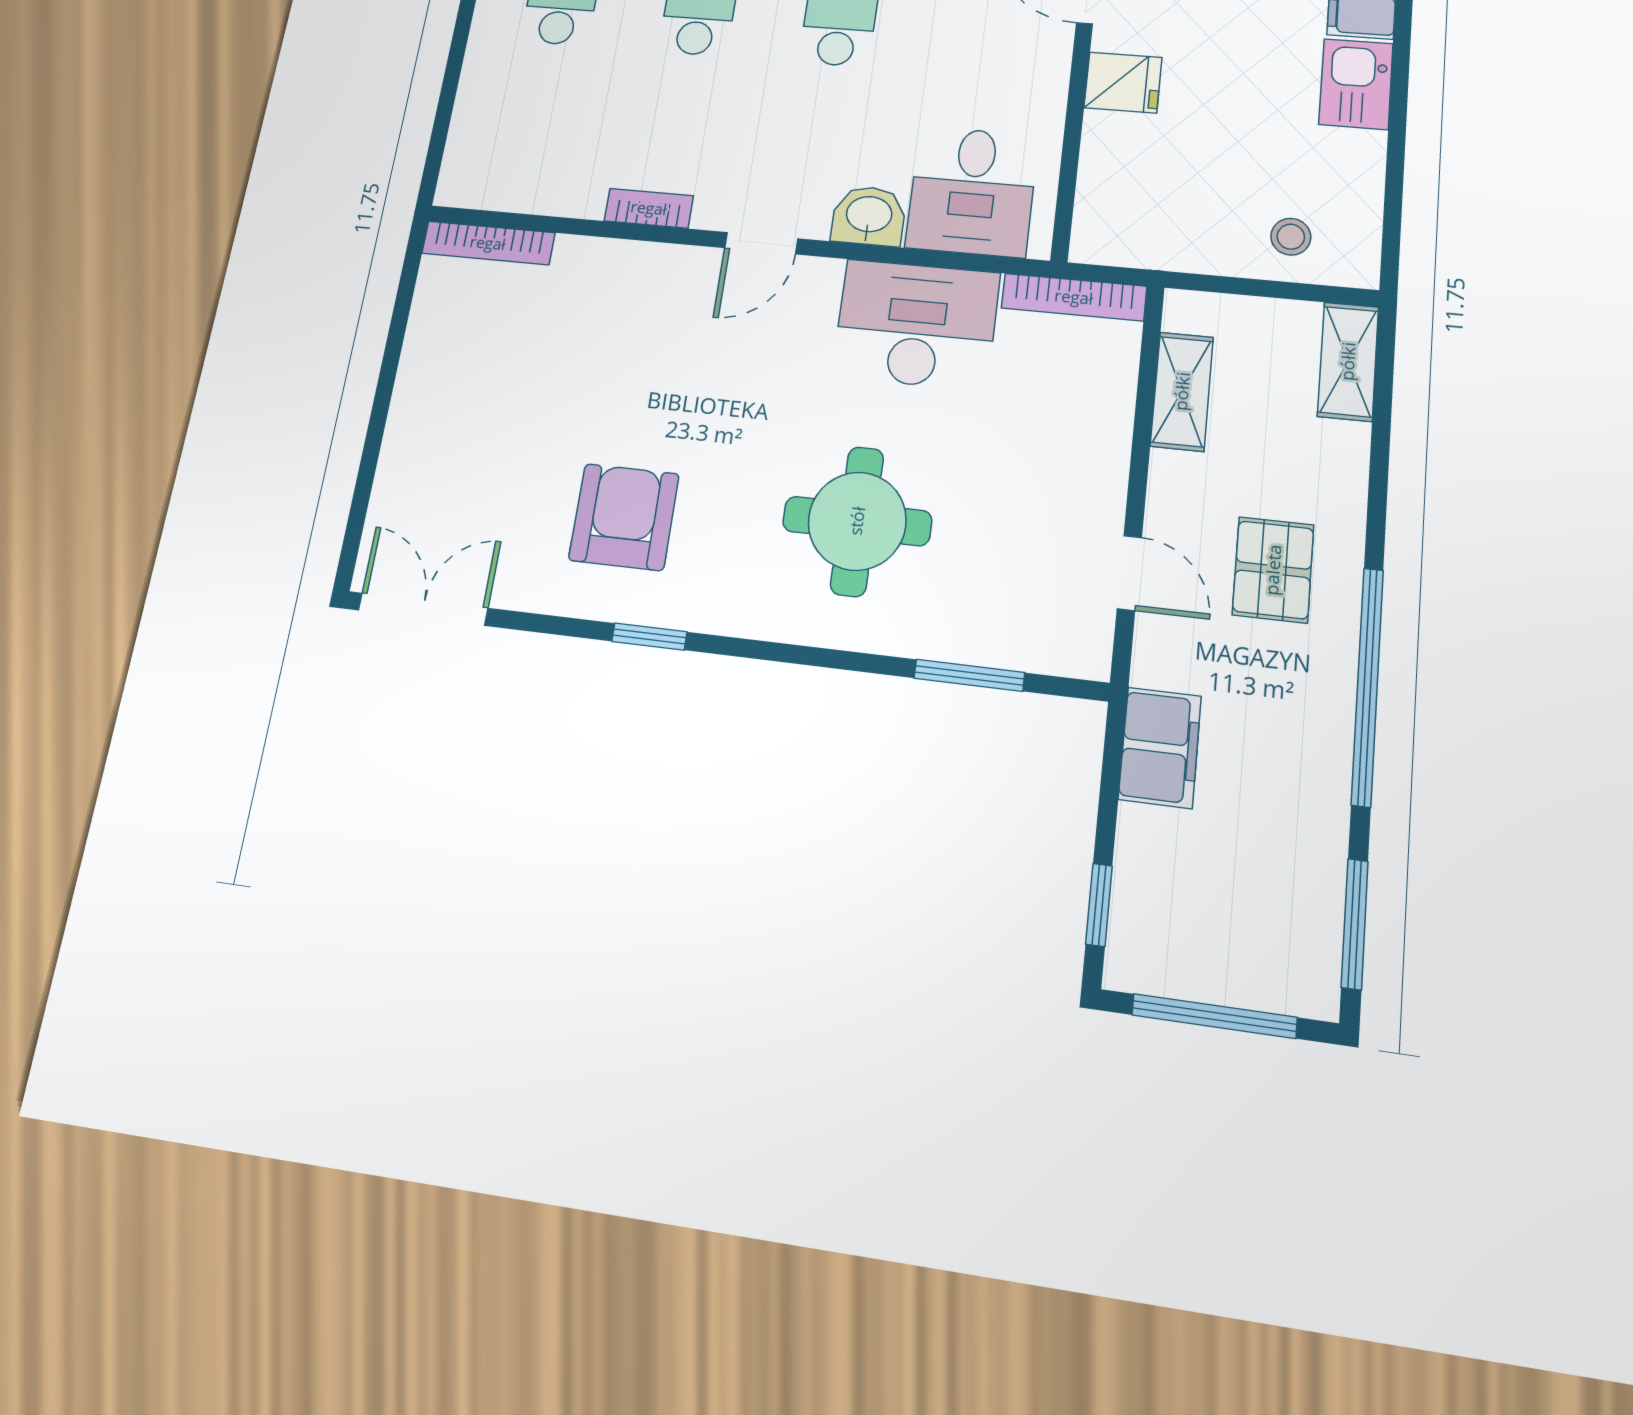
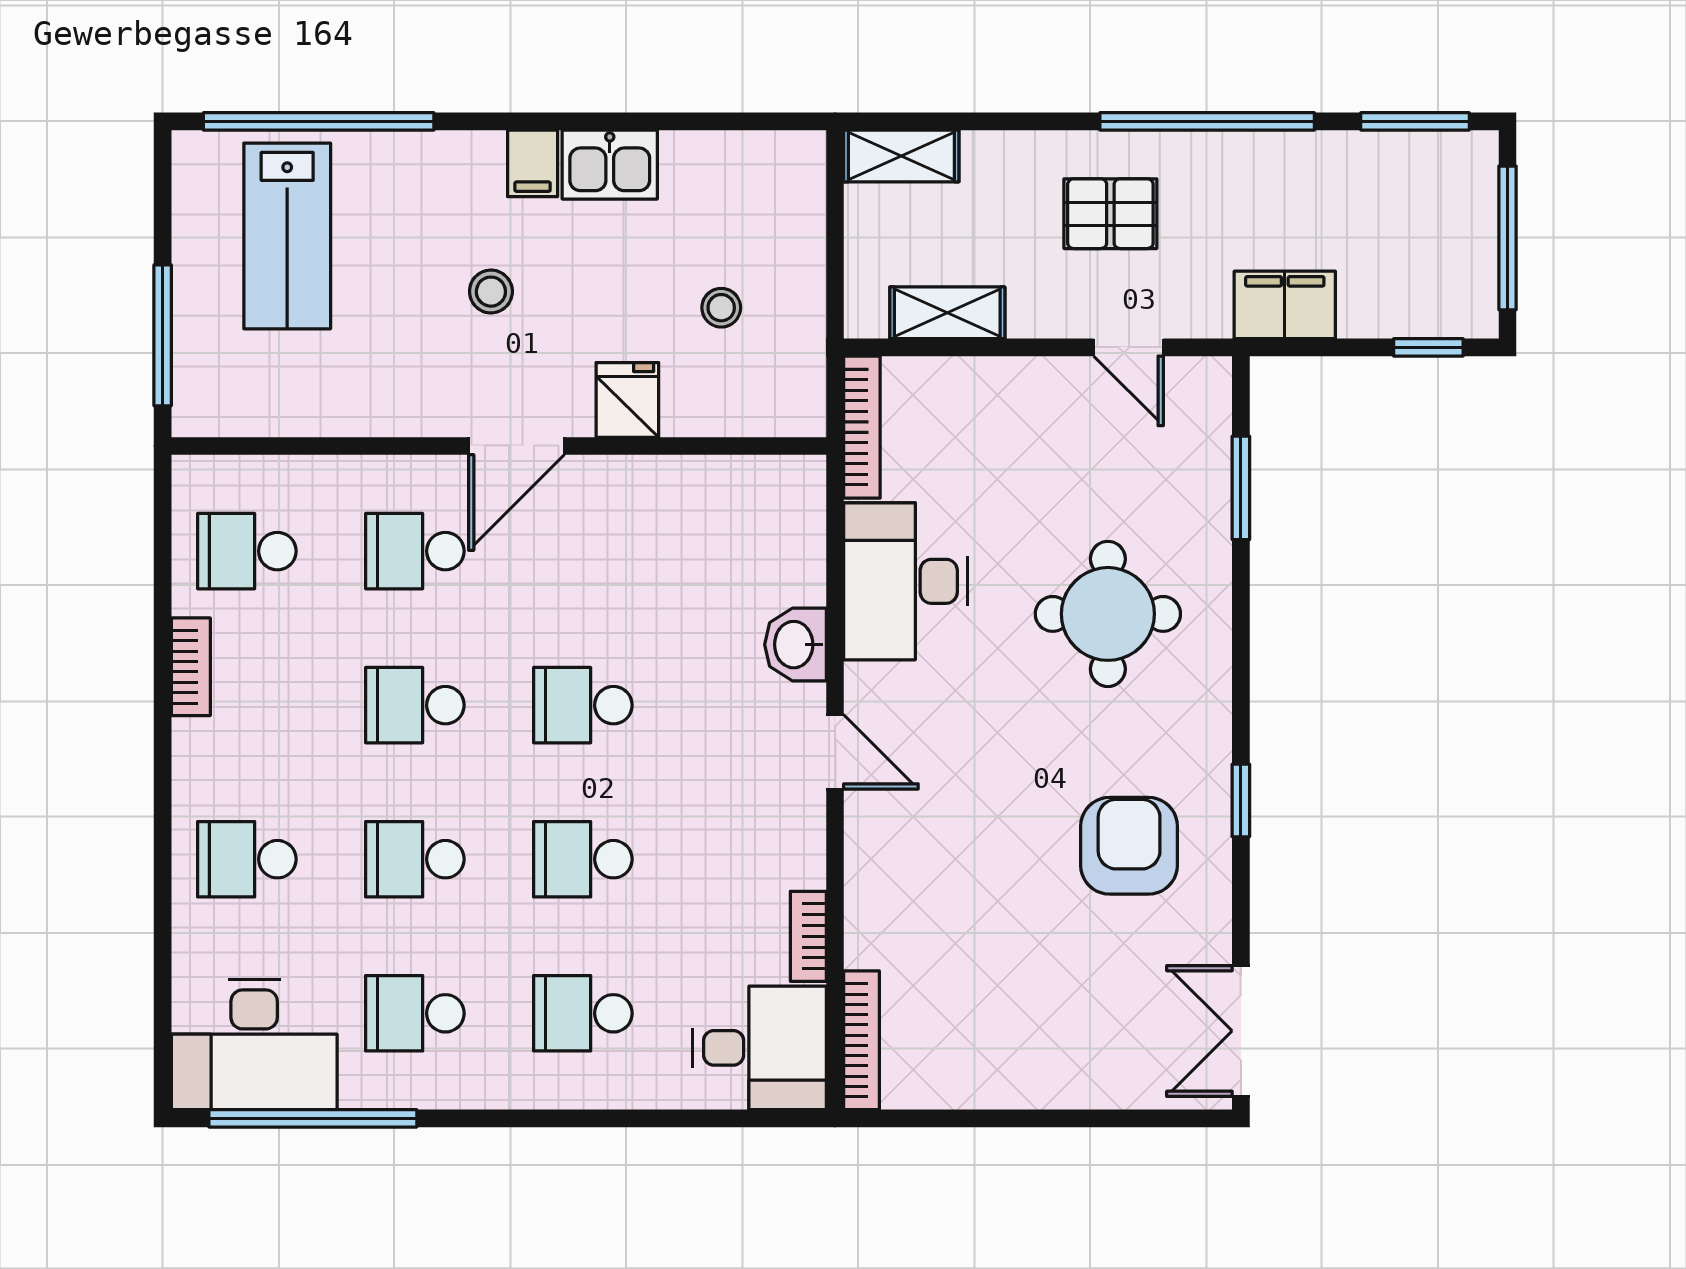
desk: (972, 191) -> (760, 1048), moved
bookcase: (649, 208) -> (808, 936), moved
stool: (1291, 237) -> (721, 308), moved
armchair: (624, 517) -> (1129, 846), turned 90
door: (1129, 573) -> (1128, 347), swing flipped

